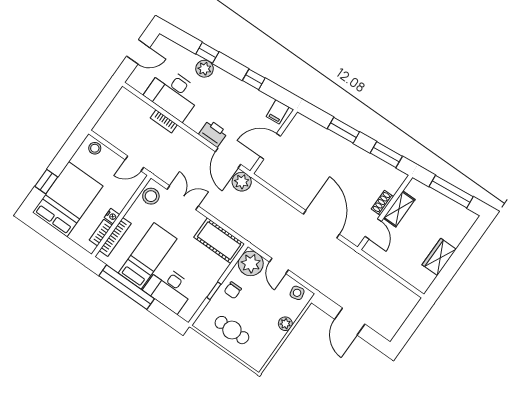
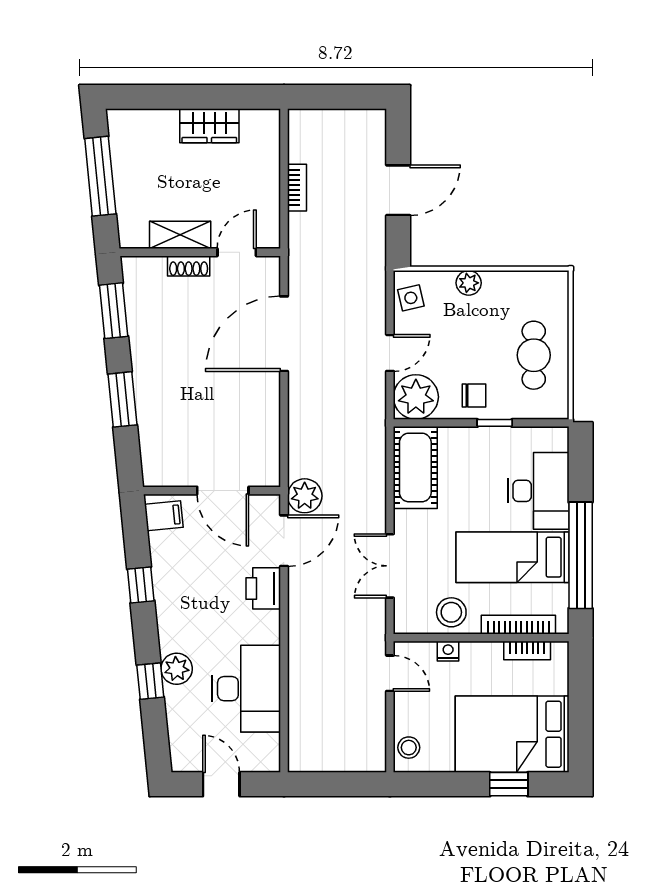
bookcase: (164, 121) -> (297, 188), moved
stool: (151, 196) -> (451, 612), moved
nightstand: (112, 216) -> (448, 651), moved

